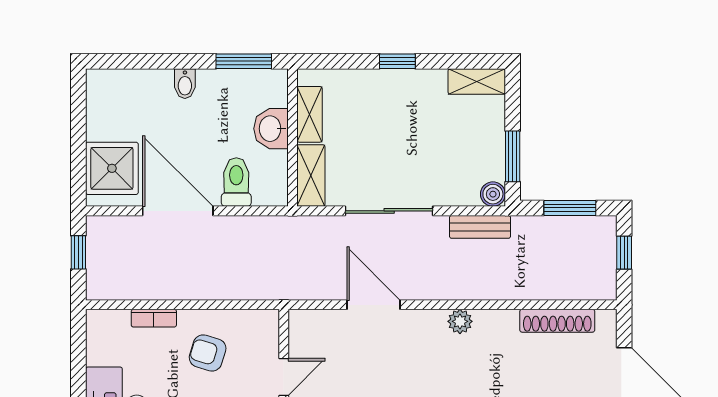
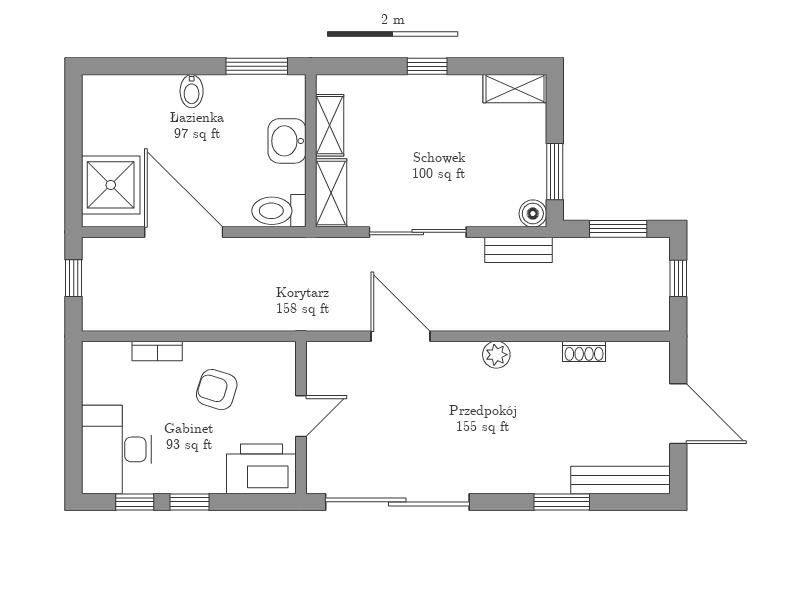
toilet: (236, 182) -> (279, 211), moved, turned -90
shoe rack: (557, 321) -> (584, 351), width x0.51, depth x0.81

